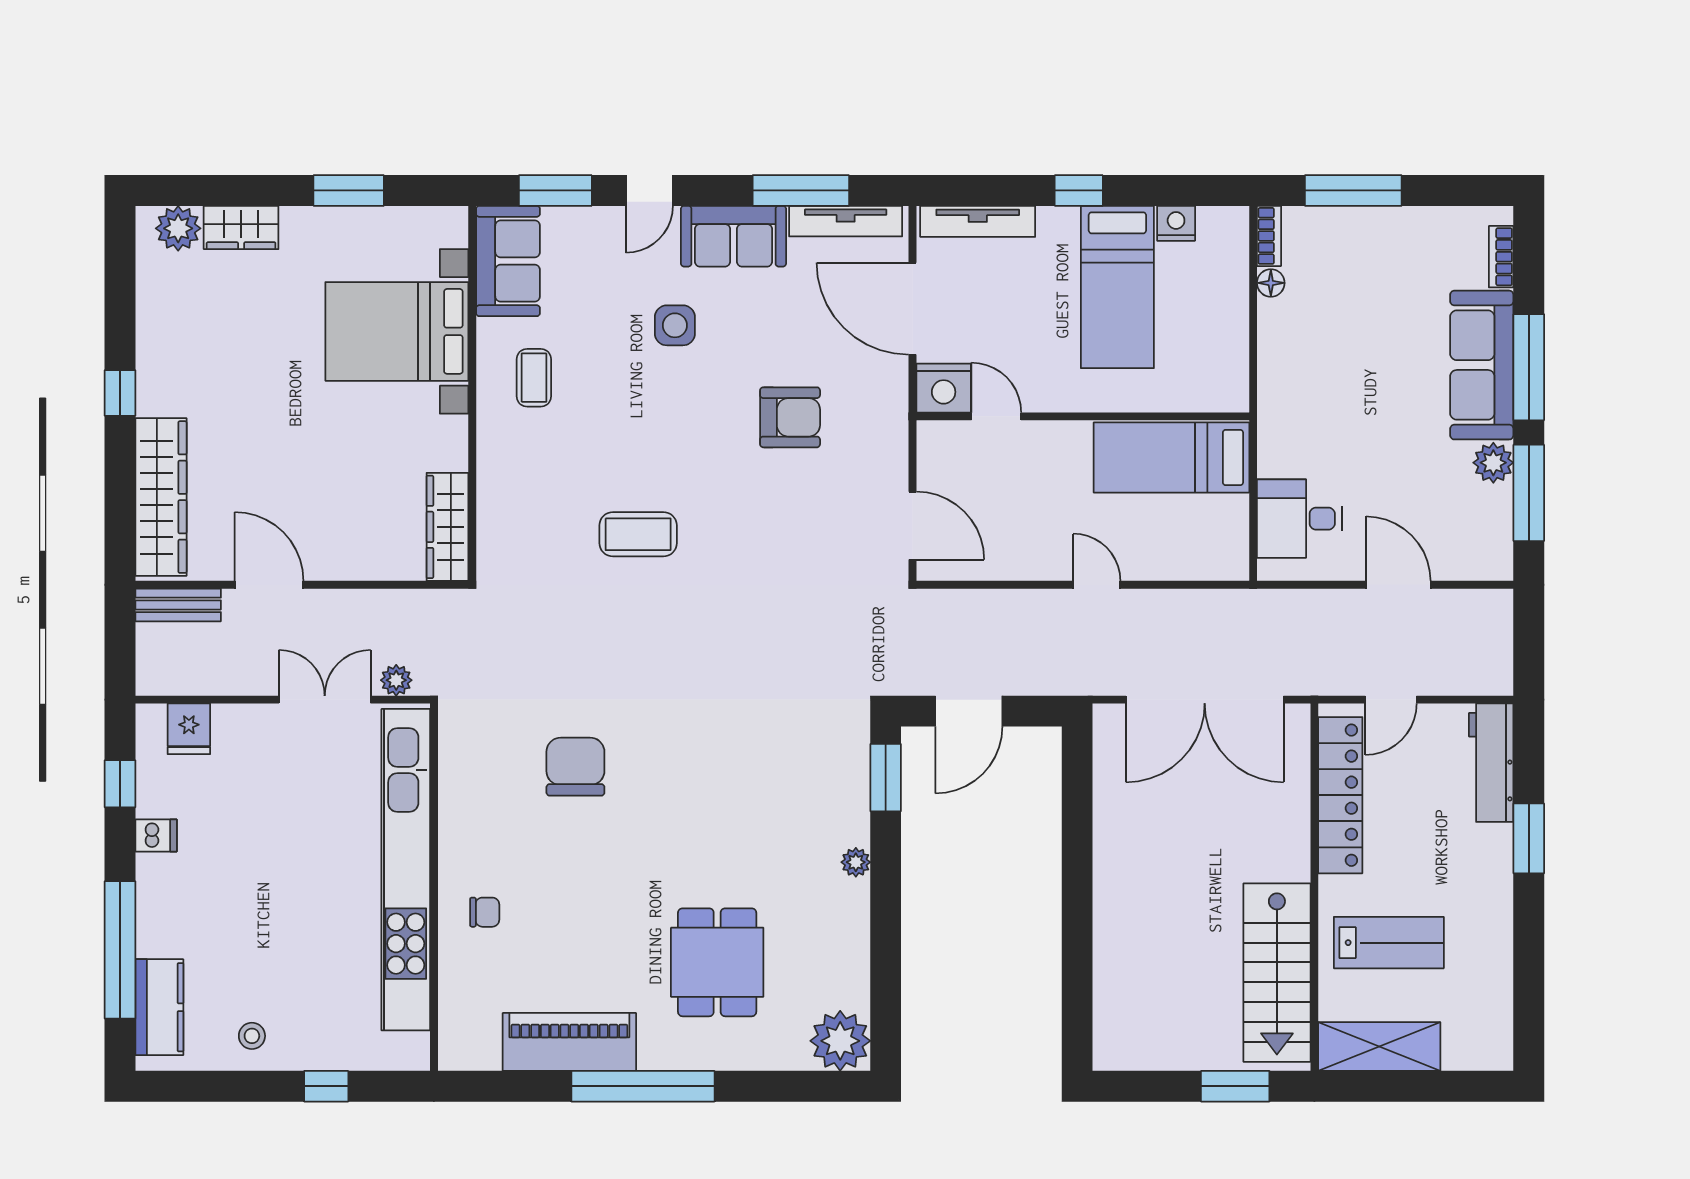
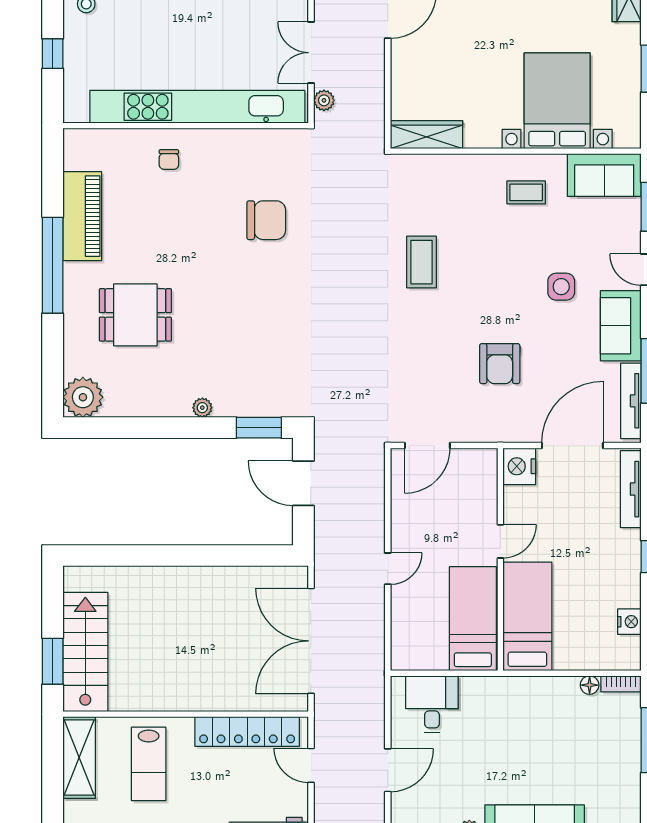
bed: (1117, 287) -> (527, 616), moved, turned 90
door: (996, 416) -> (500, 541), moved
double door: (325, 700) -> (311, 53), swing flipped
stairs: (1277, 973) -> (85, 652), moved, turned 90

